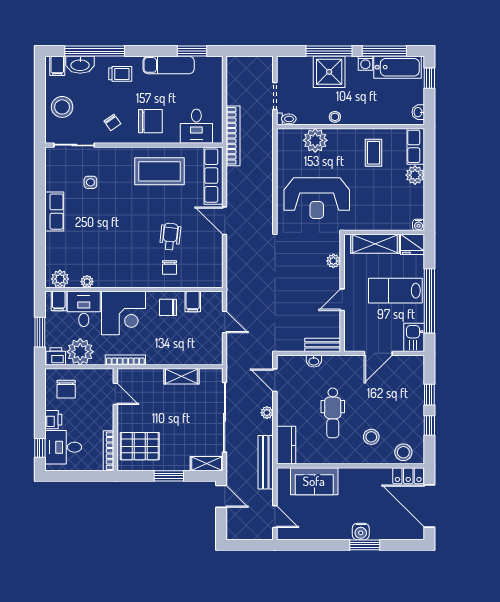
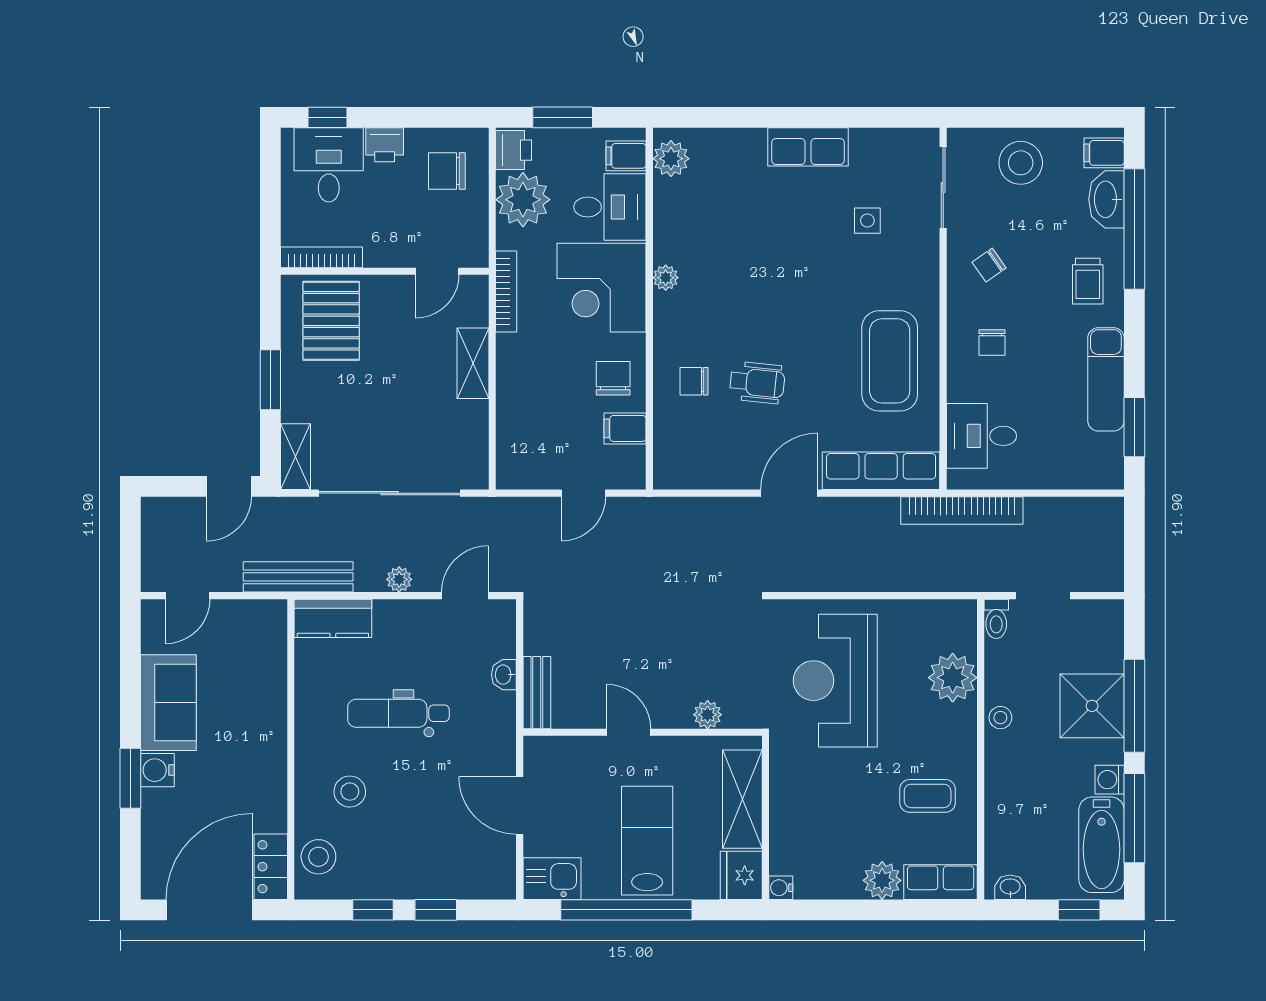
chair: (150, 121) -> (992, 342), width x0.54, depth x0.54
plant: (87, 282) -> (666, 278), moved
shelving: (181, 376) -> (473, 363), moved
sofa: (314, 481) -> (168, 703), moved, turned 180

